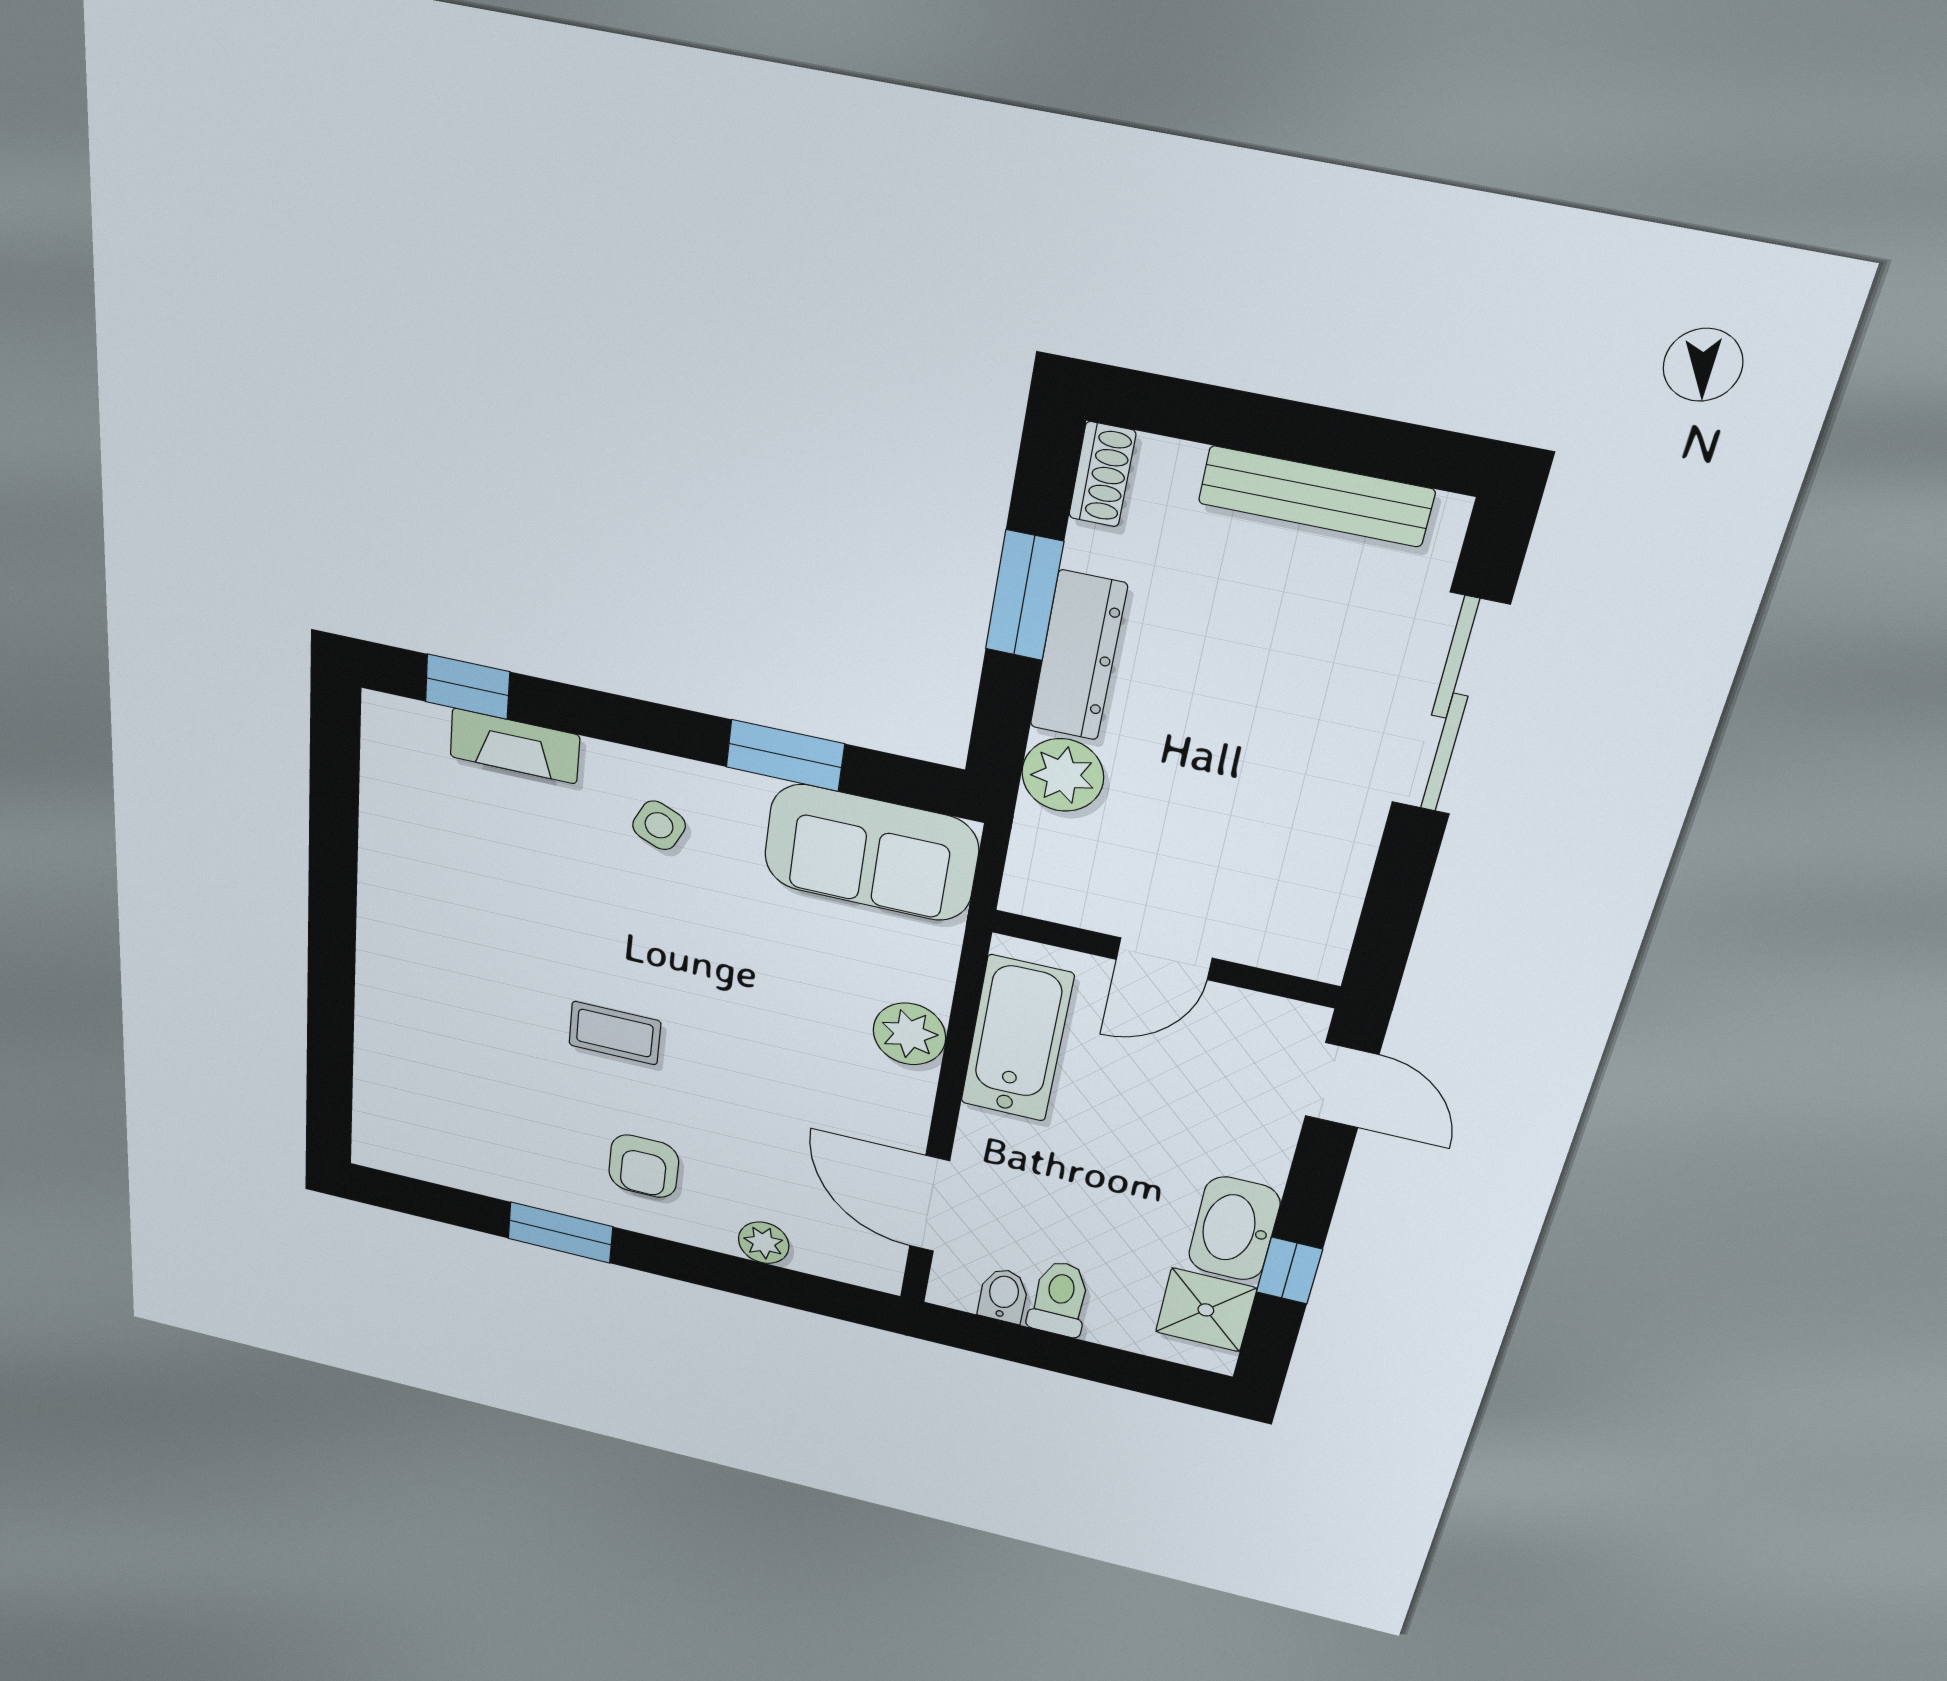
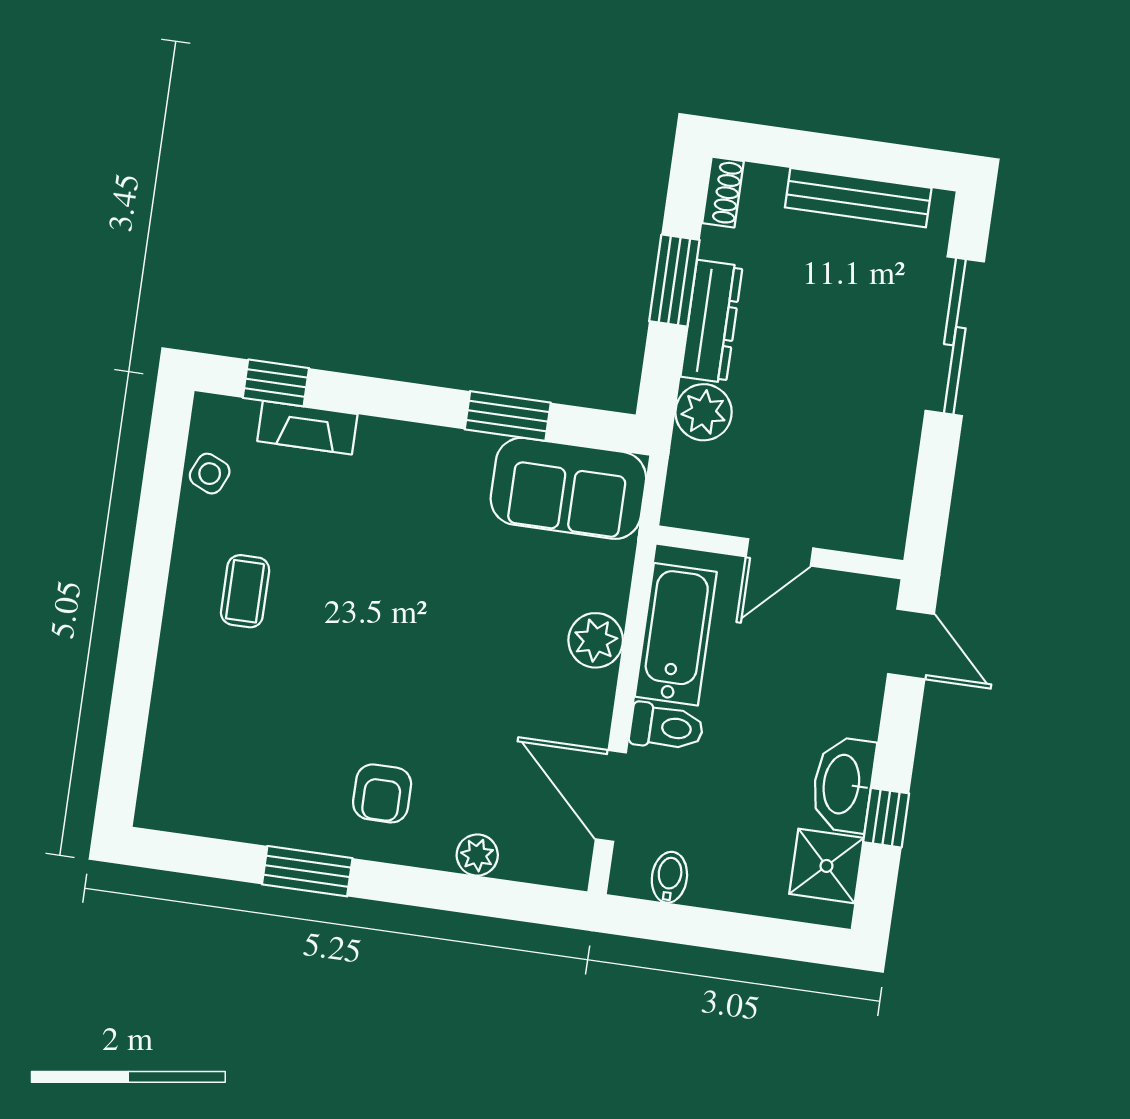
side table: (659, 825) -> (210, 474), moved
coffee table: (615, 1033) -> (245, 591), moved, turned 90
toilet: (1059, 1299) -> (667, 727), moved, turned 90

